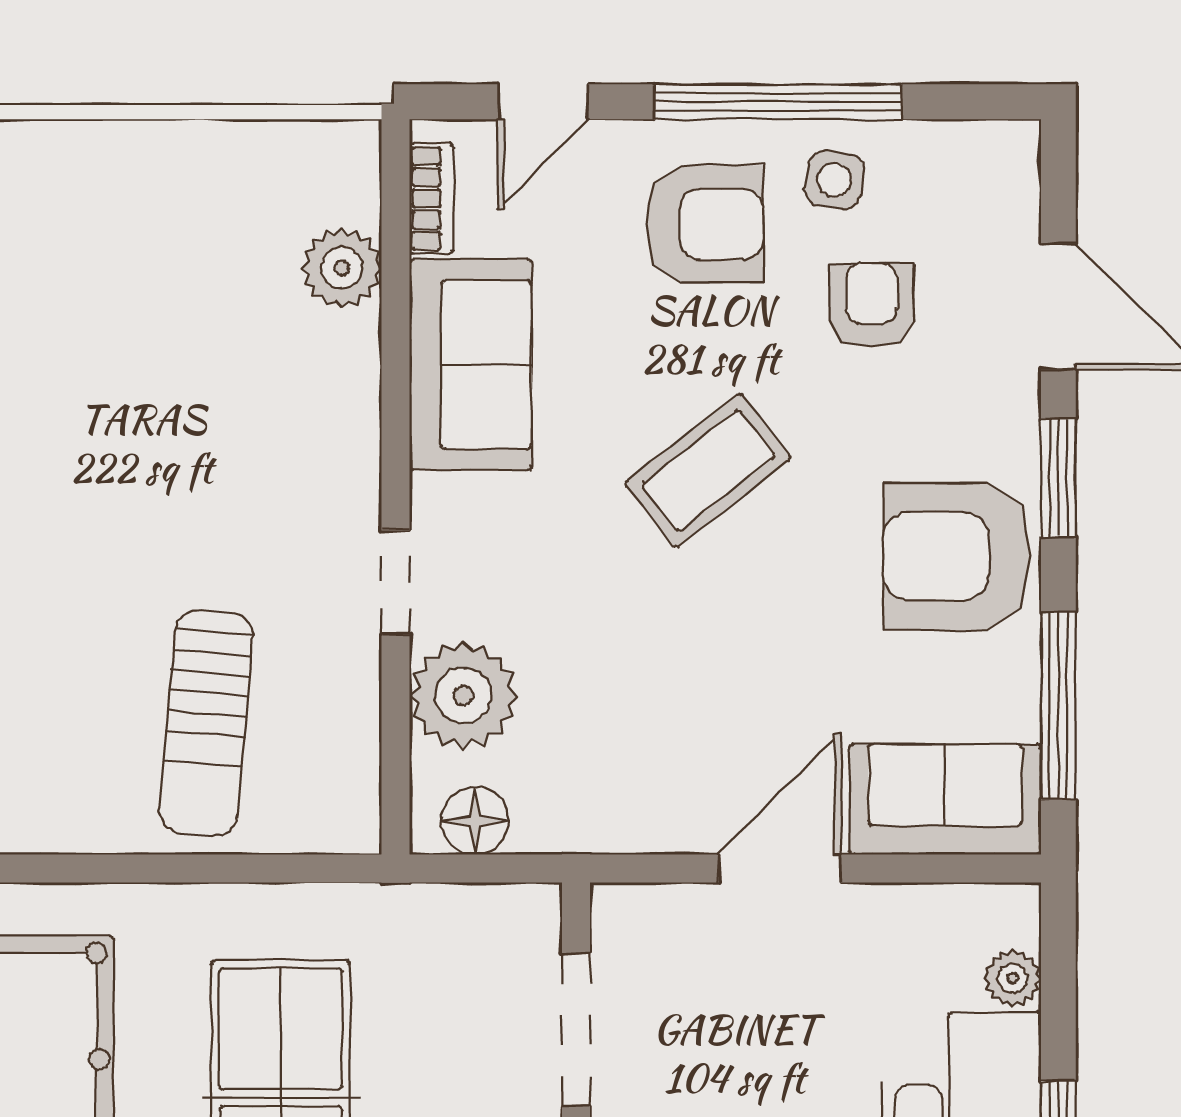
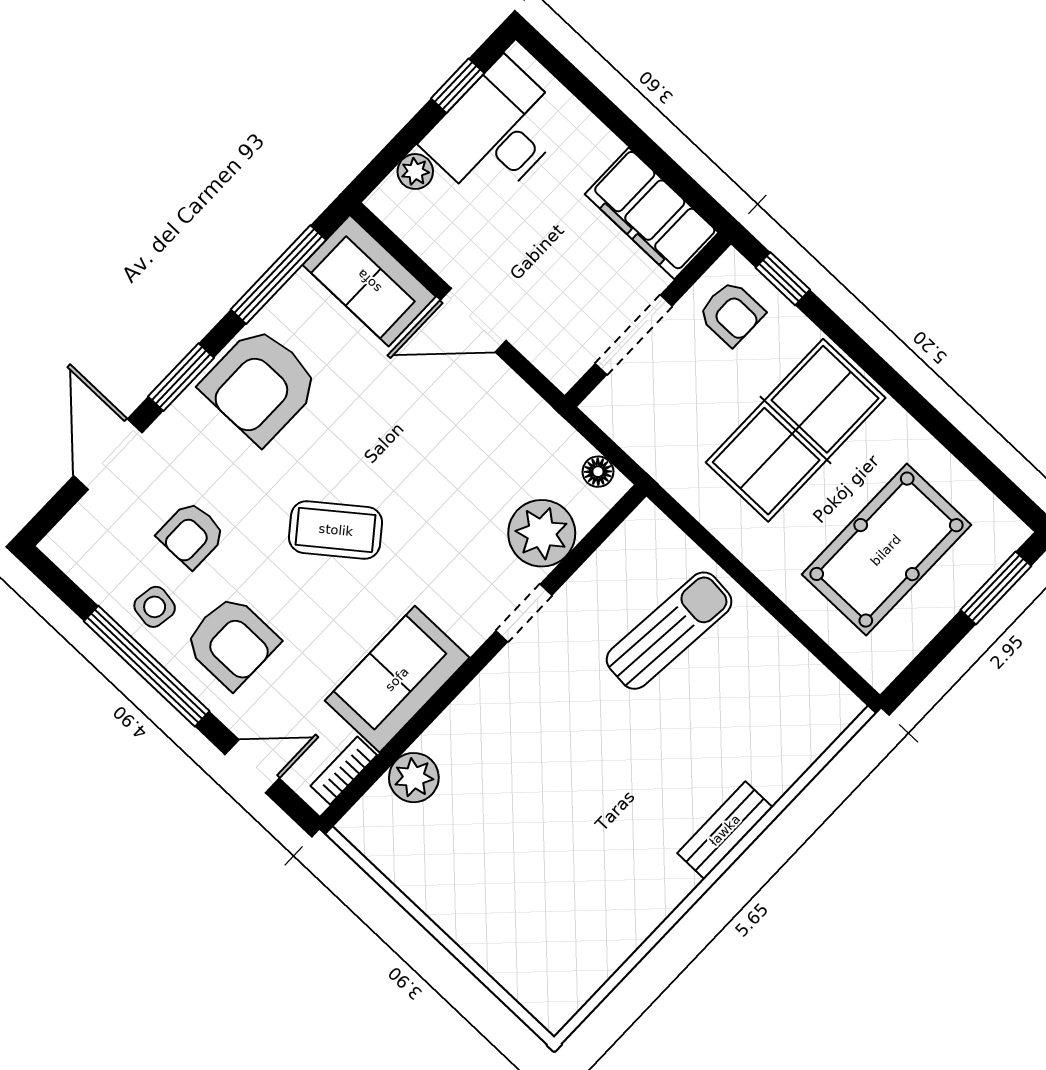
armchair: (705, 224) -> (232, 642), turned 180
armchair: (957, 556) -> (260, 385), turned 90
floor lamp: (475, 821) -> (598, 472), width x0.73, depth x0.73

